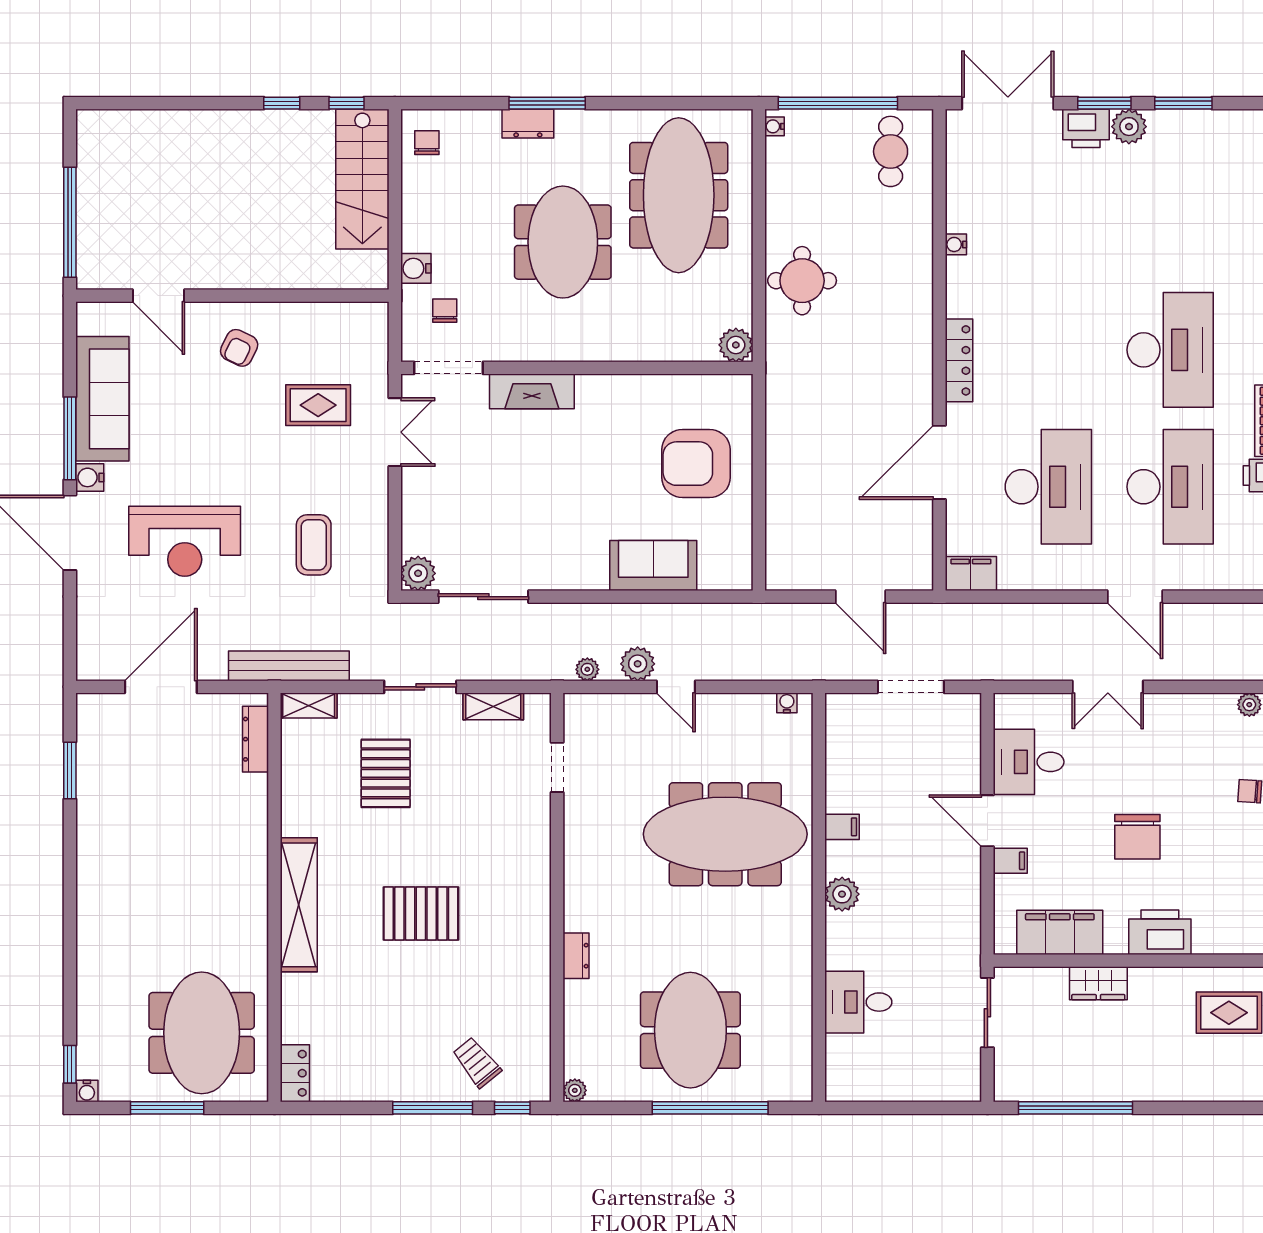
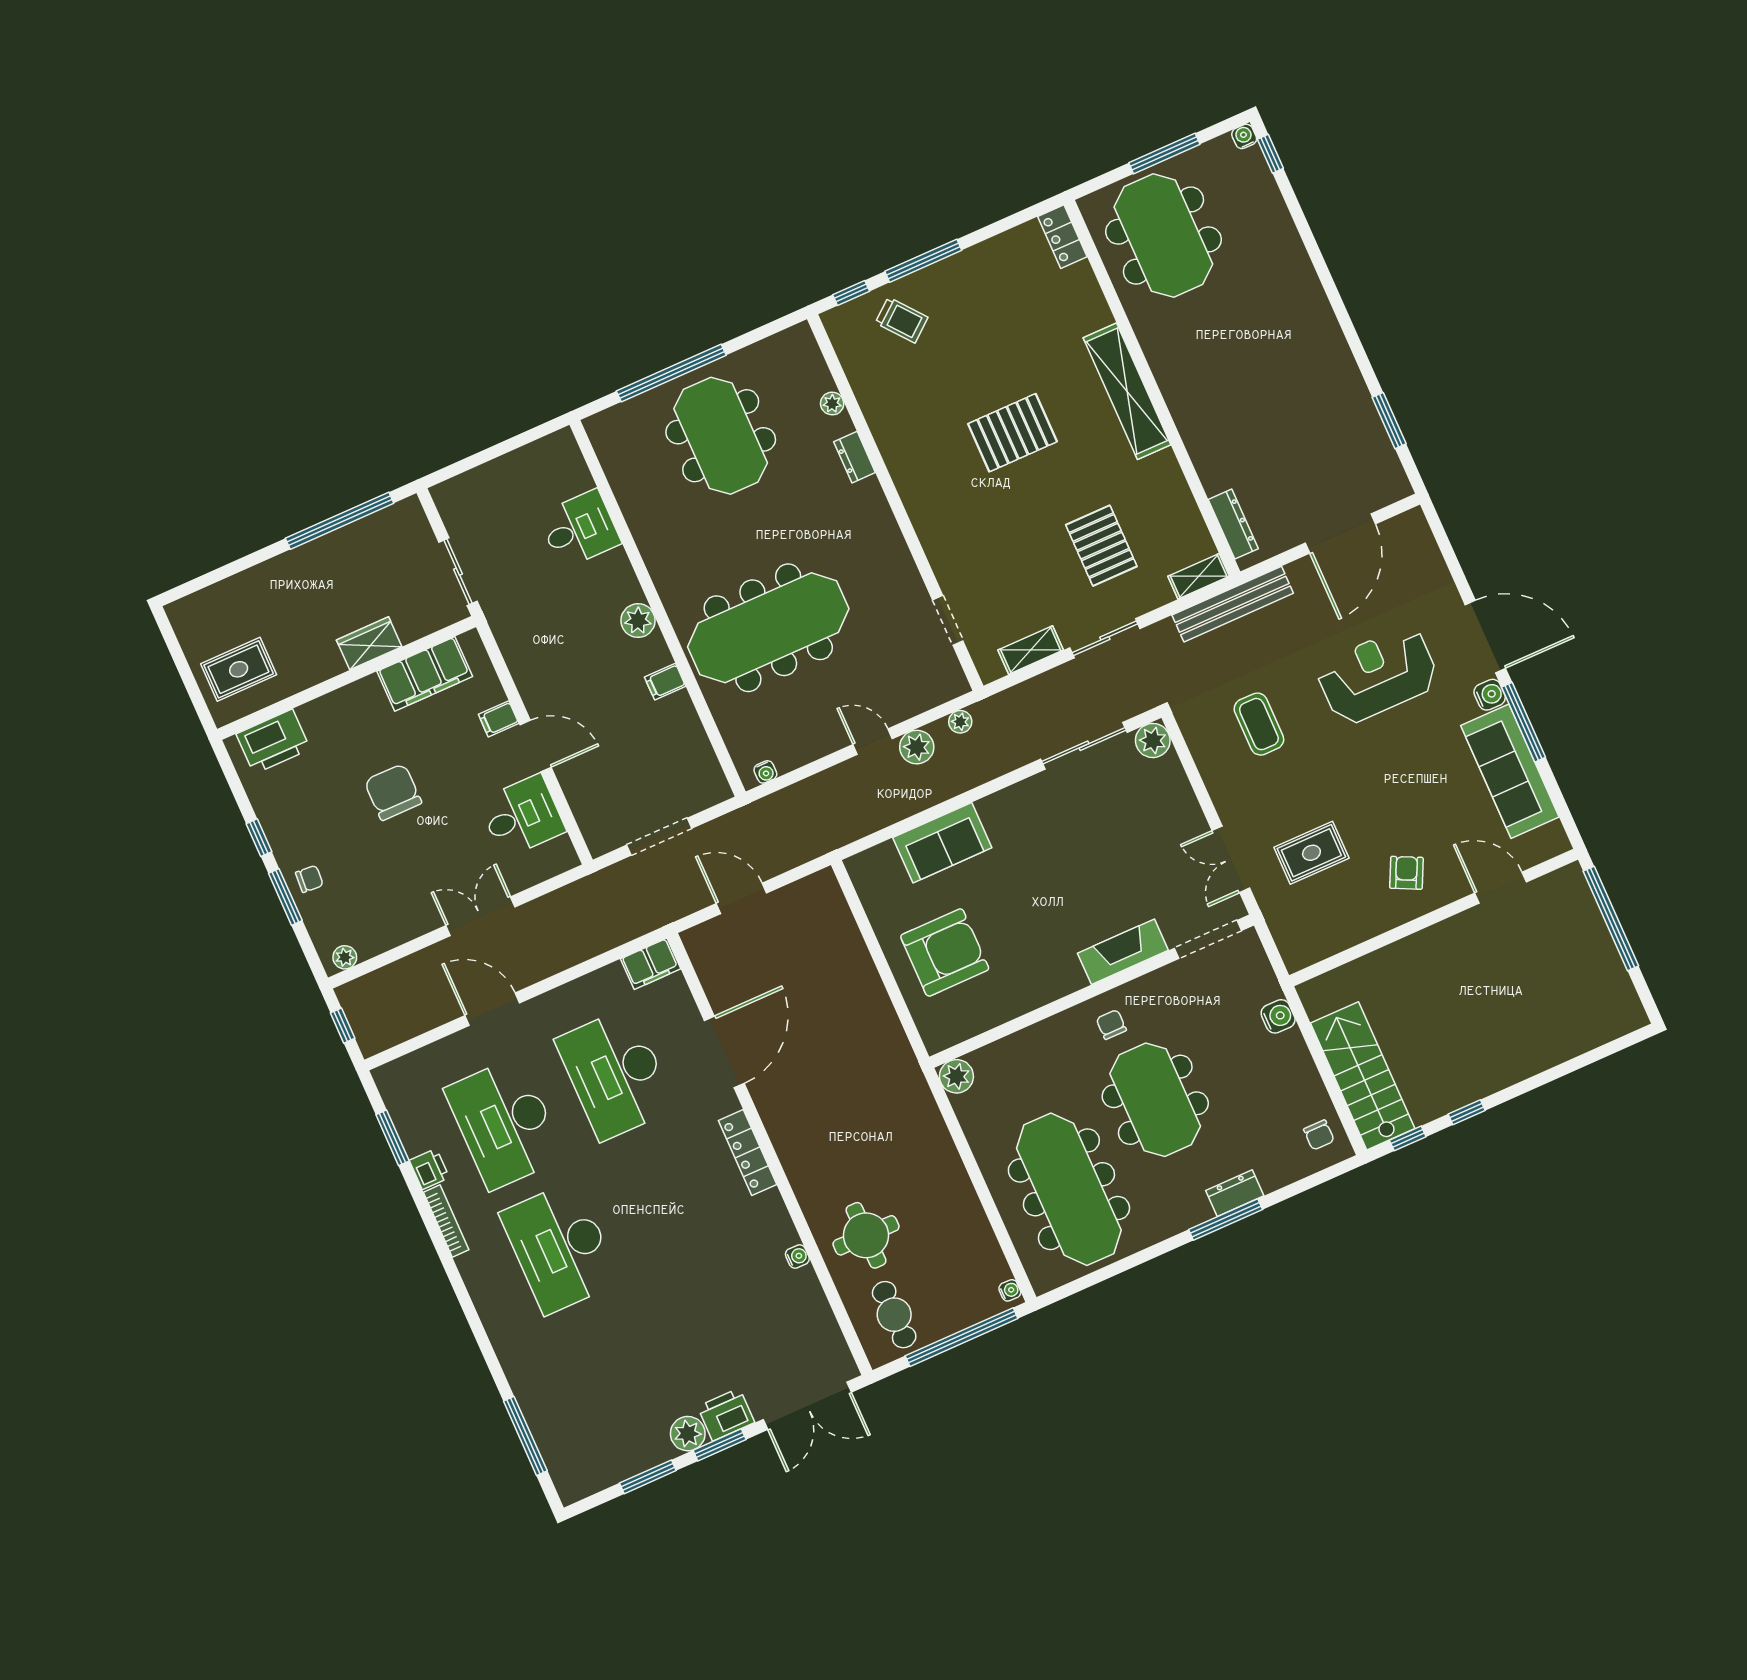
round table: (802, 281) -> (866, 1235), moved
chair: (445, 311) -> (1111, 1024), moved, turned 180
printer: (1160, 932) -> (273, 742), moved
plant: (575, 1090) -> (832, 404), moved

